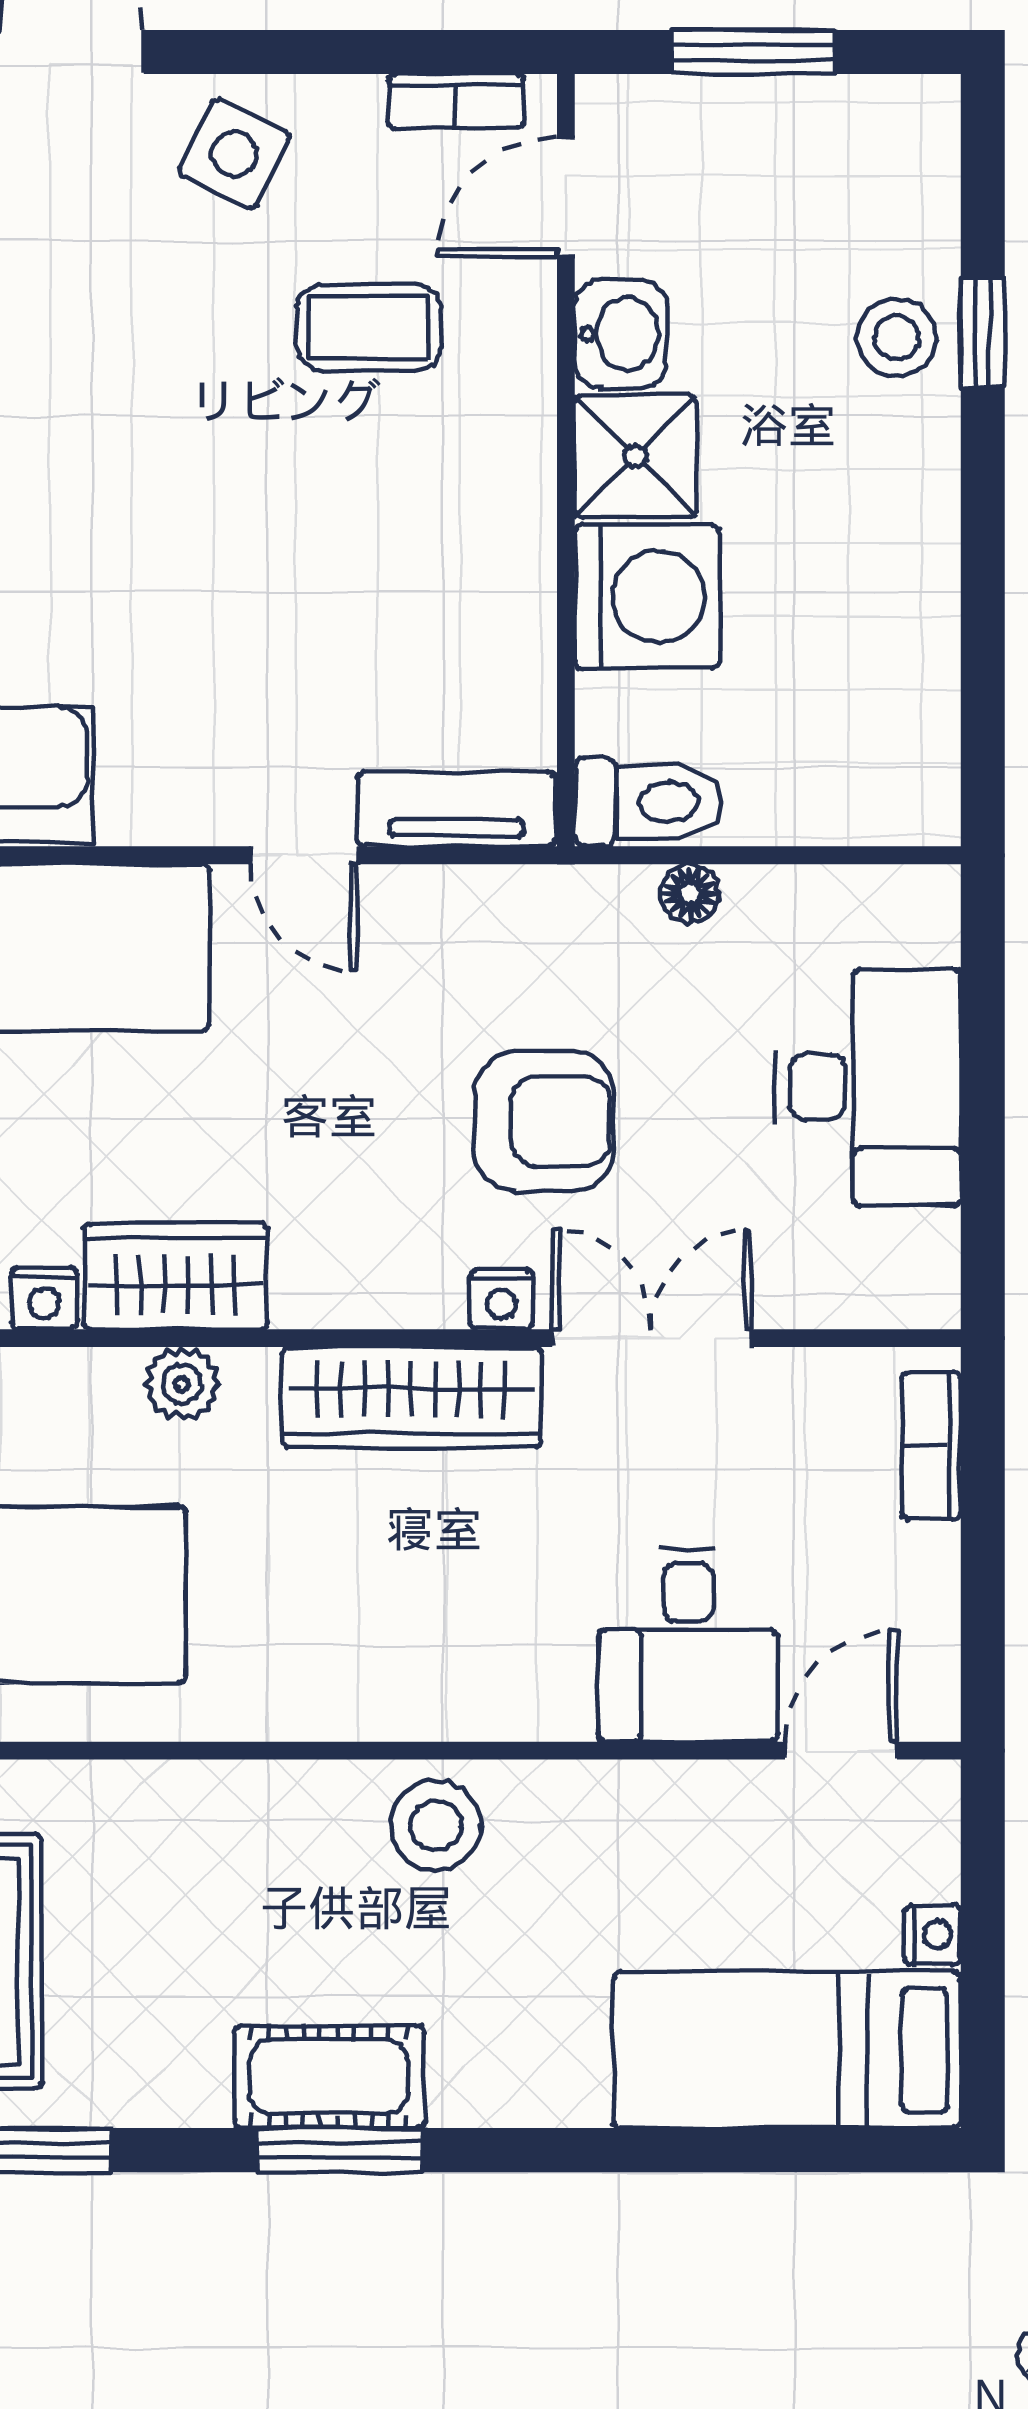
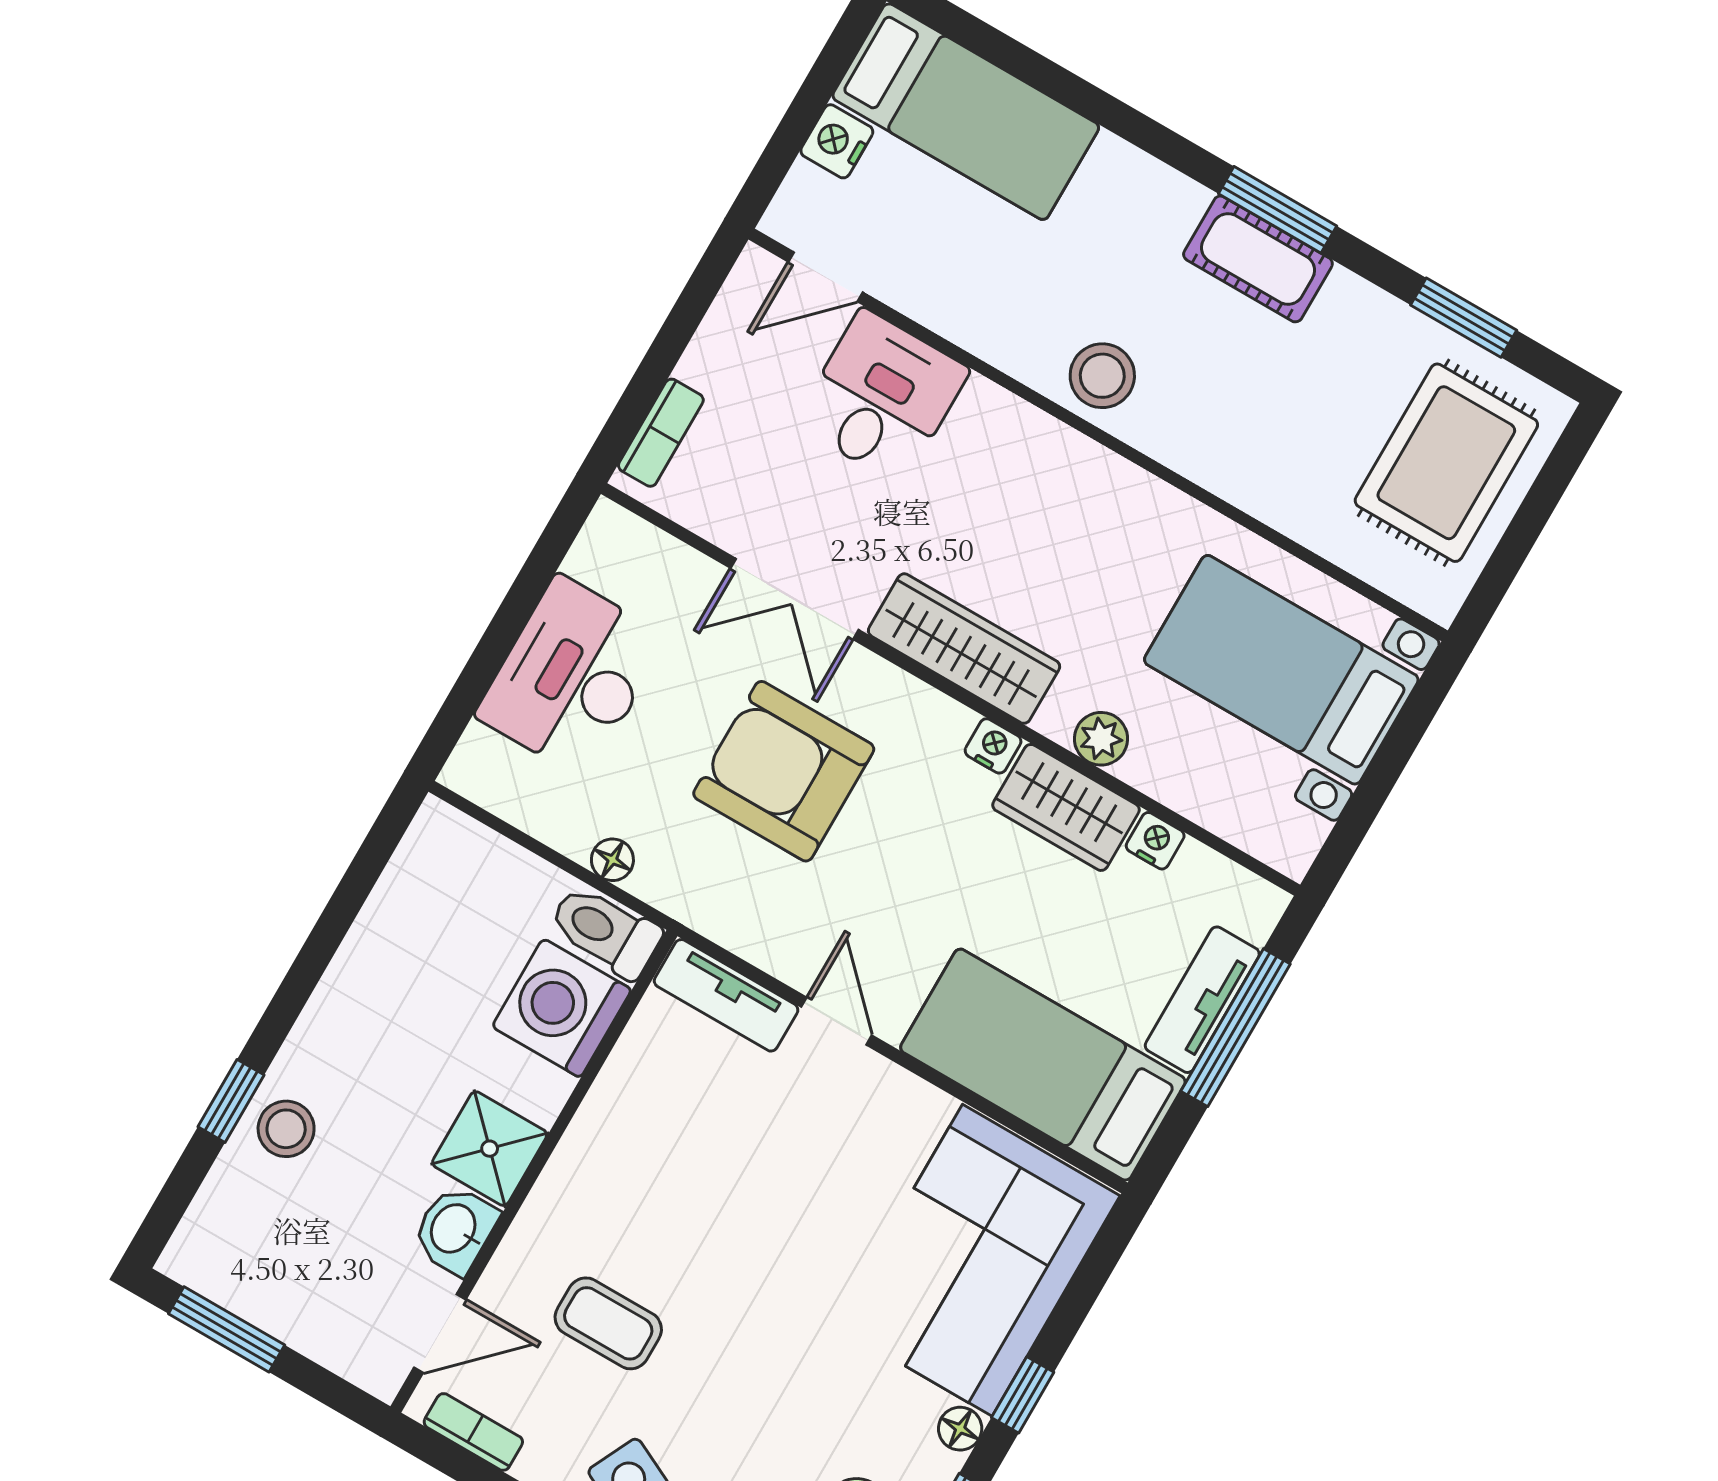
window: (753, 52) -> (227, 1329), moved
washing machine: (647, 597) -> (562, 1008), moved
armchair: (544, 1121) -> (784, 771), width x1.36, depth x1.36
nightstand: (501, 1299) -> (993, 746), moved
nightstand: (933, 1935) -> (837, 141), width x1.39, depth x1.35

